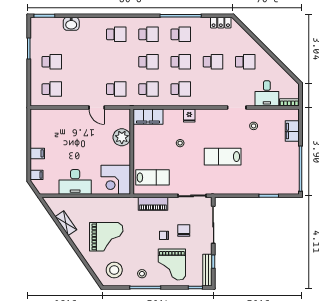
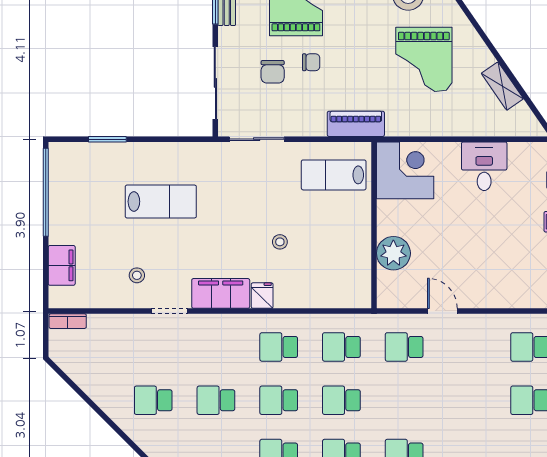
desk: (267, 93) -> (111, 338), removed
filing cabinet: (148, 117) -> (221, 293), moved
lab bench: (223, 157) -> (161, 202), moved
desk: (75, 182) -> (484, 166), width x0.73
piano: (153, 204) -> (356, 124), moved
grand piano: (106, 237) -> (424, 59), turned -90

